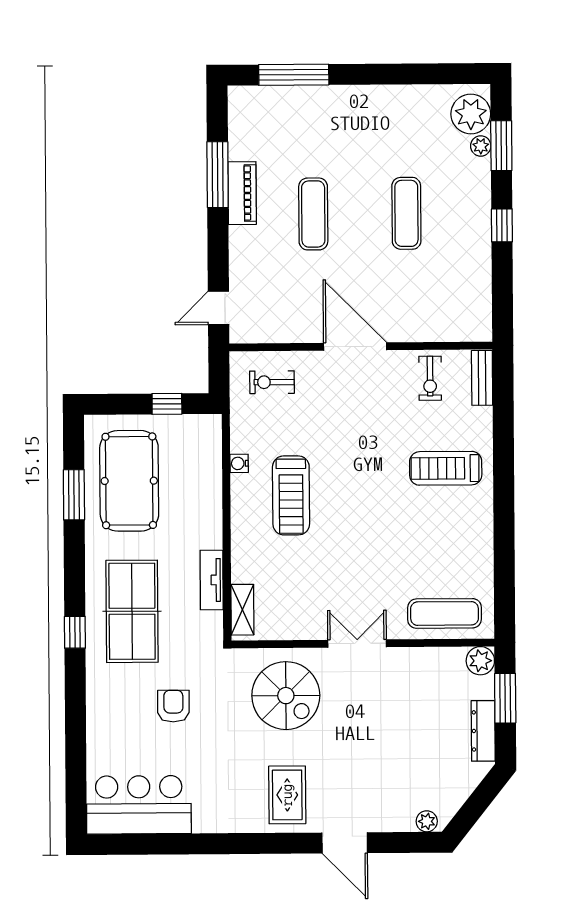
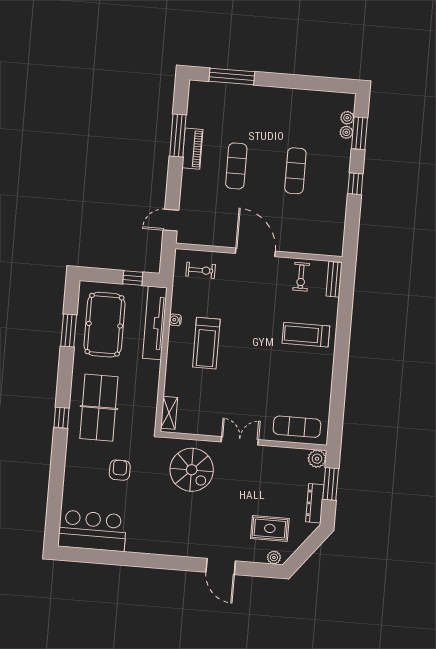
plant: (471, 114) -> (347, 118), width x0.53, depth x0.53
exercise bike: (272, 382) -> (201, 270), turned 180
tv unit: (212, 580) -> (155, 323), moved, width x1.92, depth x1.29
rug: (287, 795) -> (270, 528), moved, turned 90

